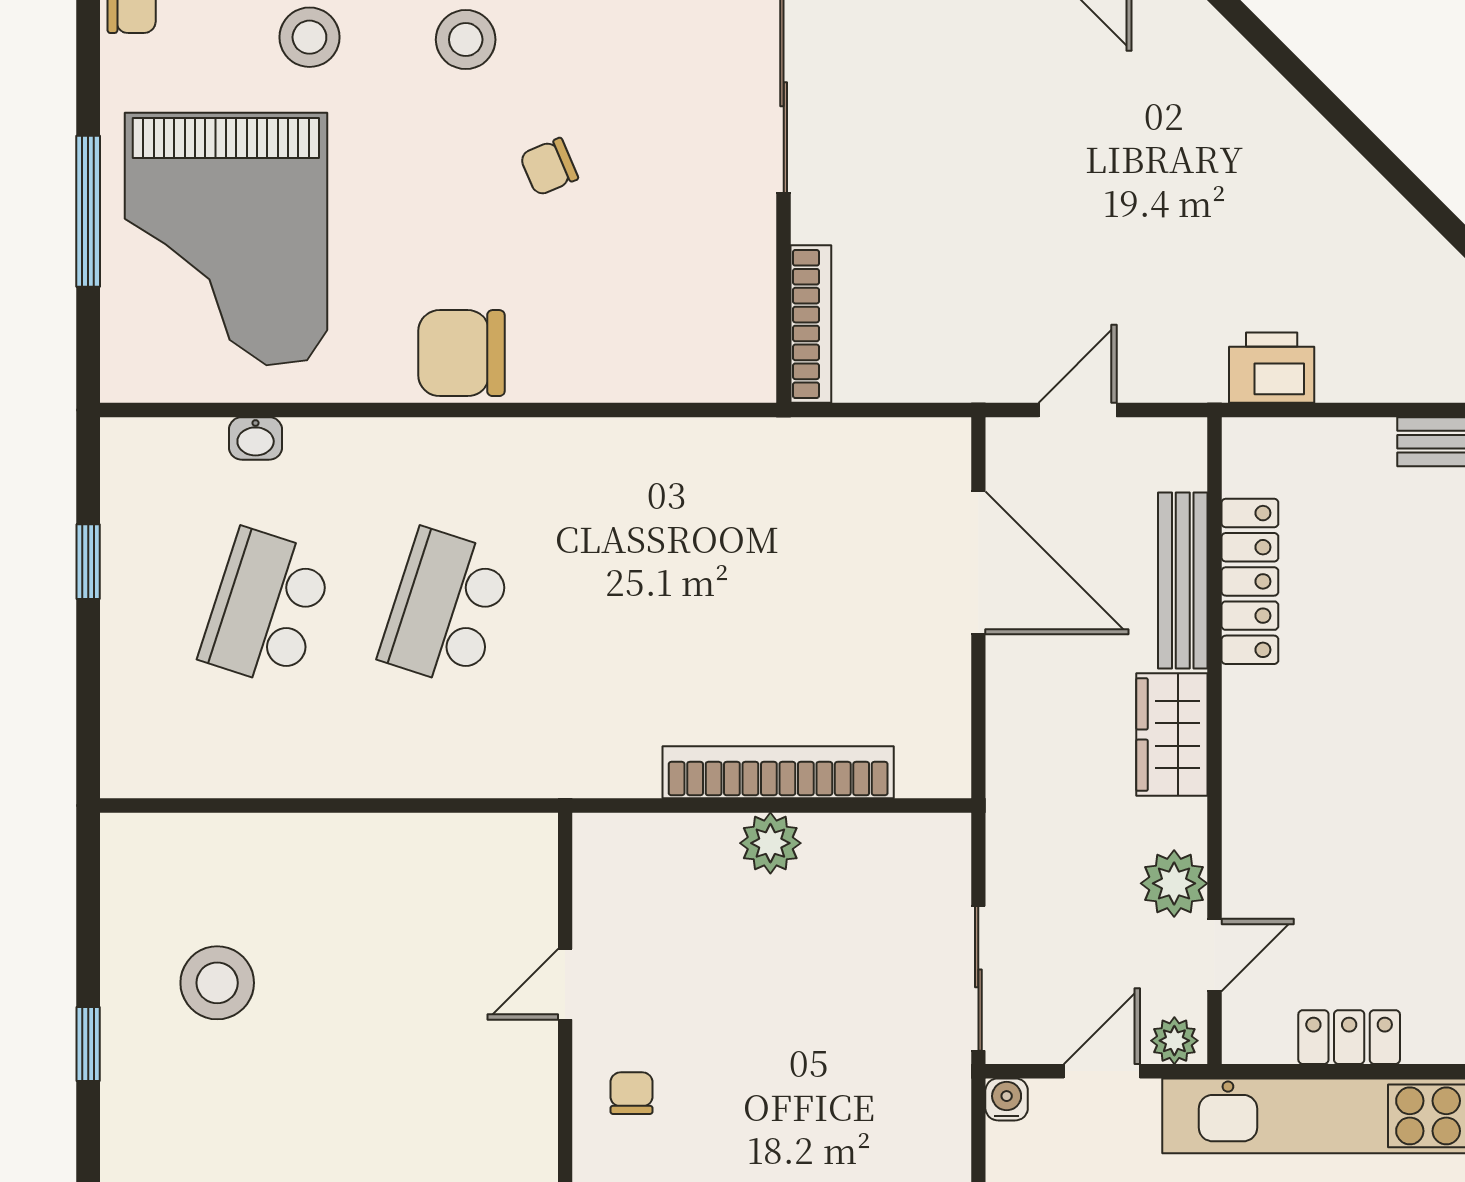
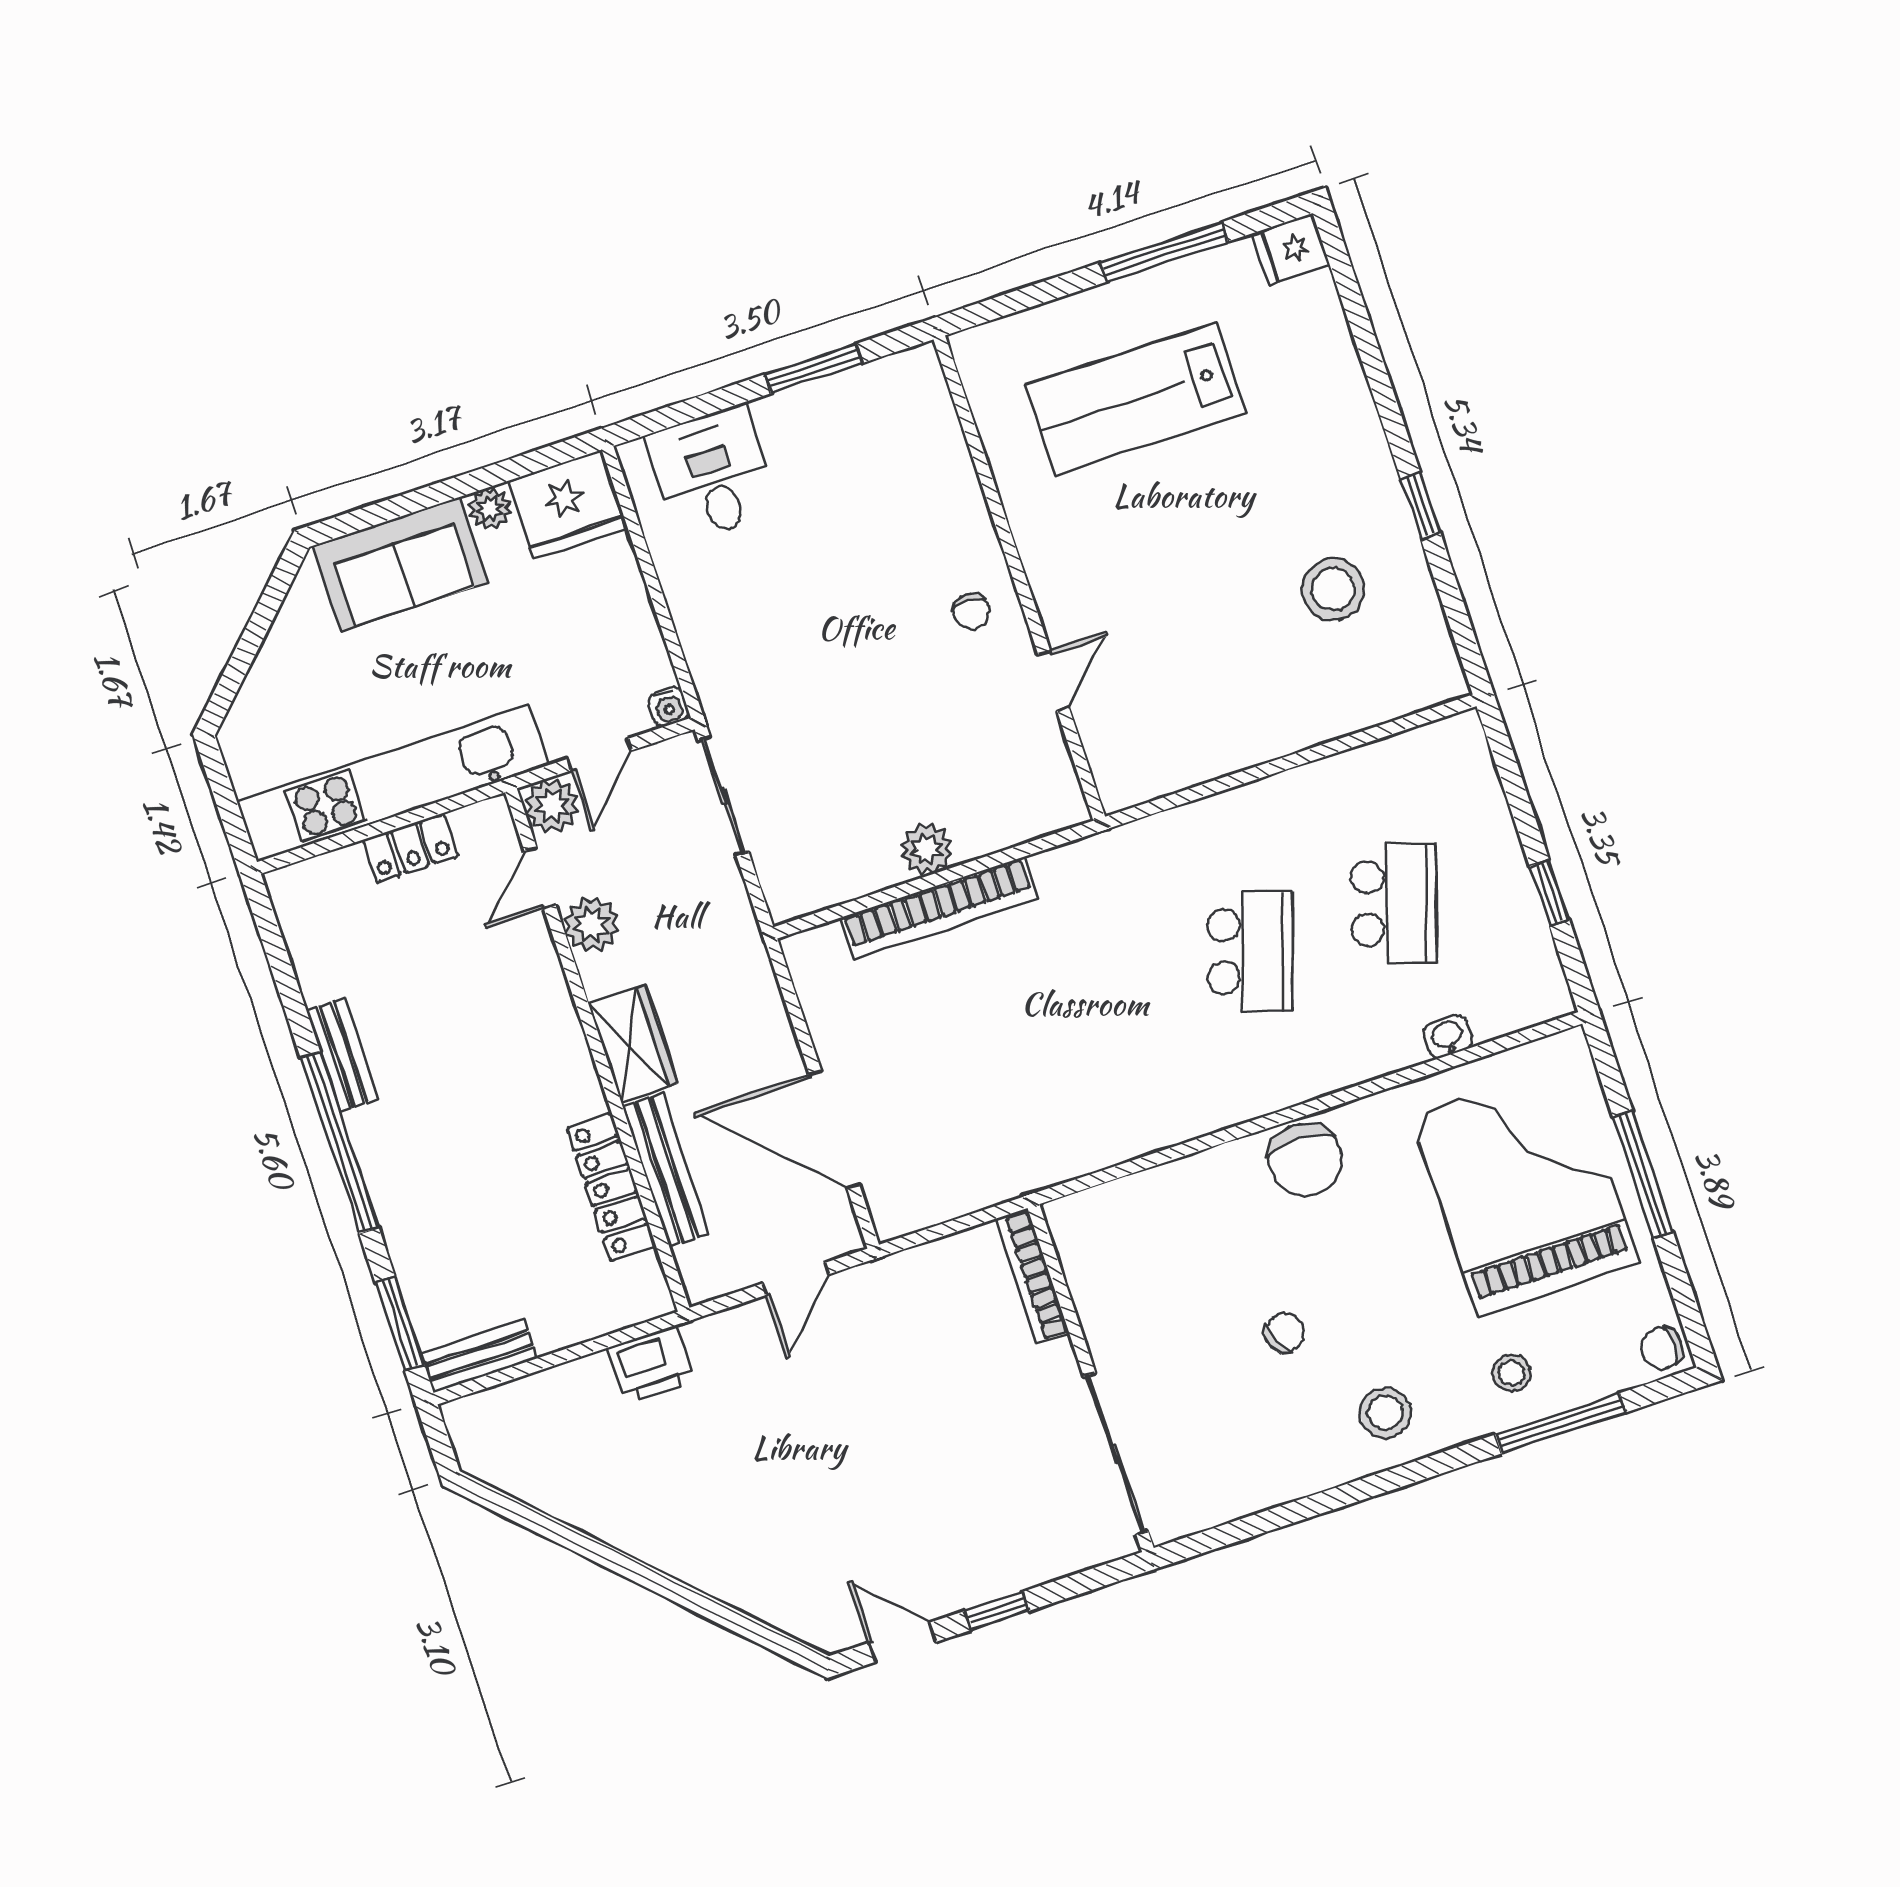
stool: (309, 37) -> (1512, 1373), width x0.73, depth x0.73
chair: (461, 353) -> (1305, 1160), turned 91
plant: (1174, 1041) -> (552, 805), width x1.38, depth x1.38

